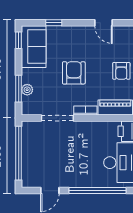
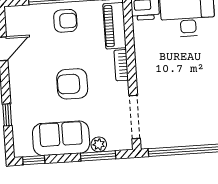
sofa: (34, 47) -> (61, 138), moved
doorway: (57, 118) -> (135, 117), moved

